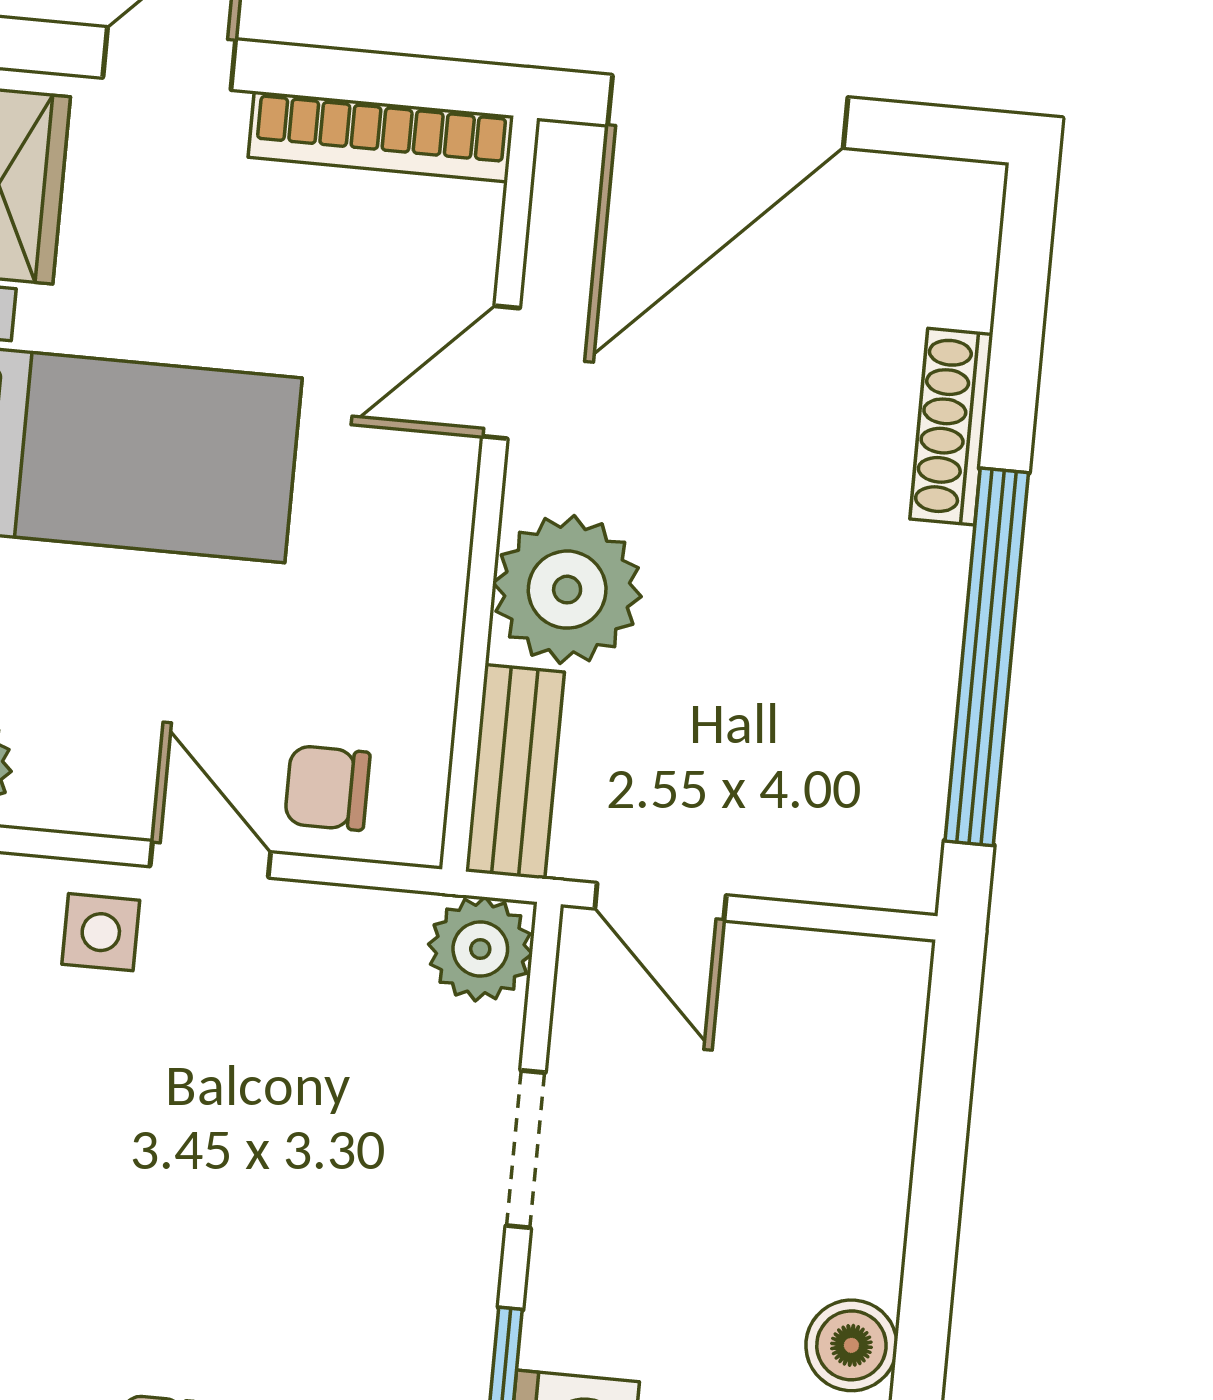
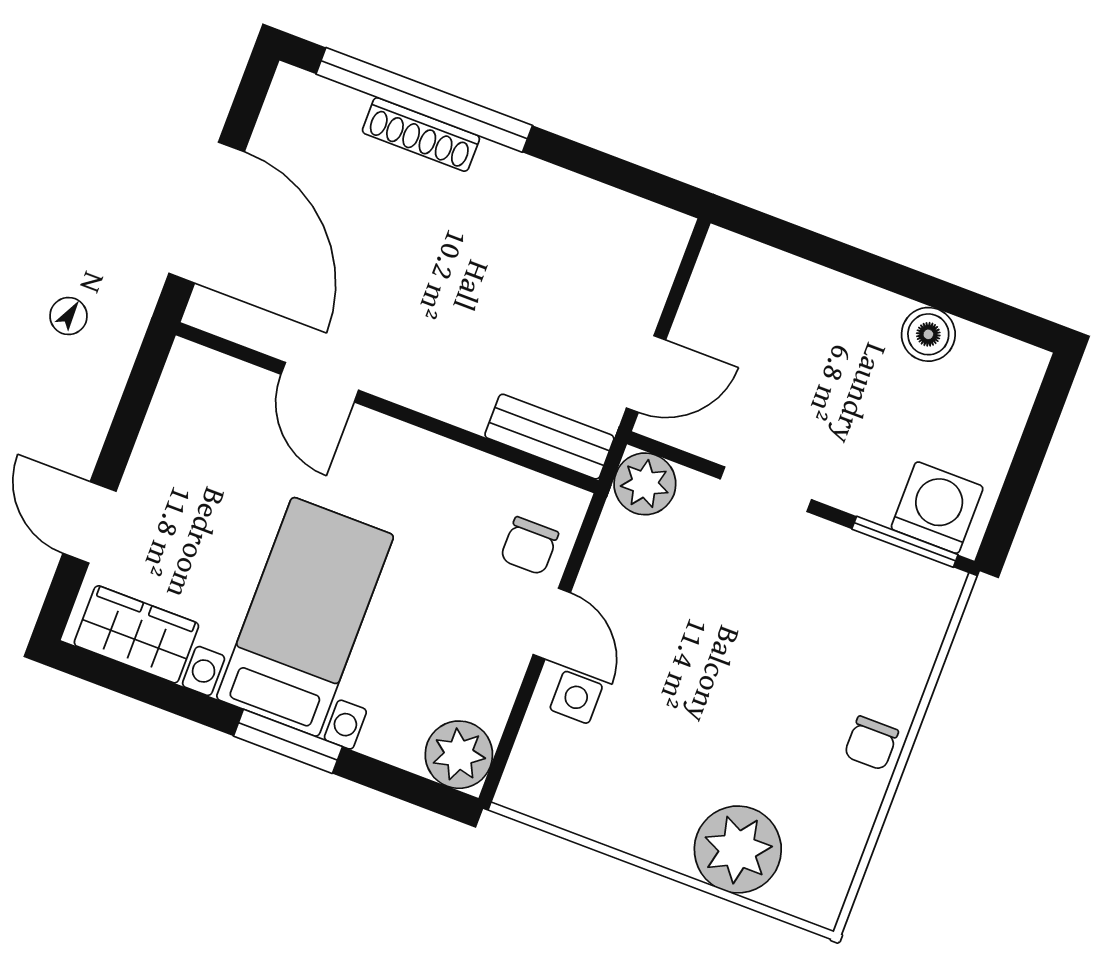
bookcase: (381, 137) -> (167, 414), removed
plant: (567, 590) -> (454, 379), removed
window: (987, 657) -> (424, 100), moved
door: (210, 859) -> (552, 624), swing flipped

